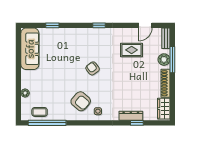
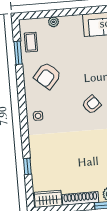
armchair: (81, 101) -> (47, 76), moved
dresser: (131, 116) -> (36, 158), removed
window: (47, 123) -> (18, 53), width x0.47

